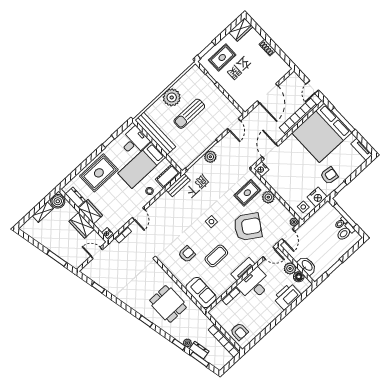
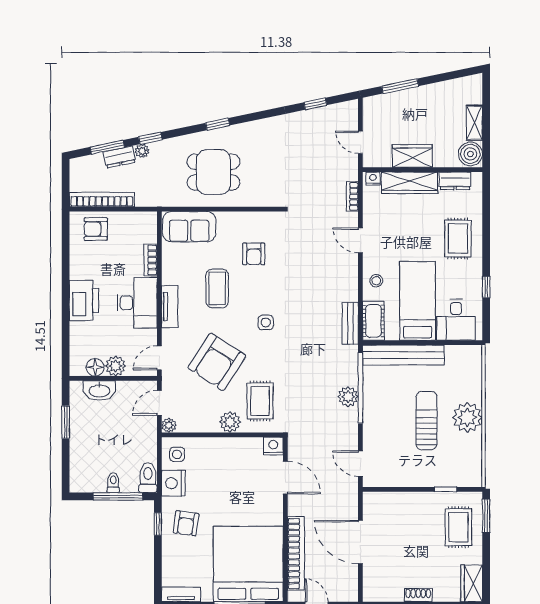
bench: (155, 133) -> (403, 355), moved
rug: (99, 173) -> (458, 238), width x0.73, depth x0.70
wardrobe: (91, 212) -> (410, 183), width x1.50
toilet: (345, 232) -> (148, 478), moved
door: (288, 235) -> (159, 403), hinge flipped
door: (97, 253) -> (360, 142), swing flipped
printer: (287, 296) -> (84, 300), moved

